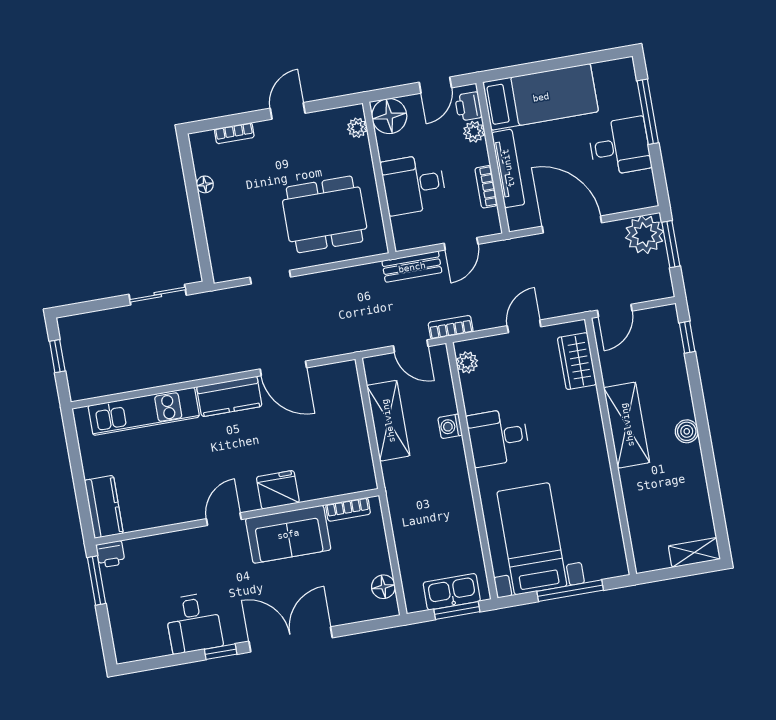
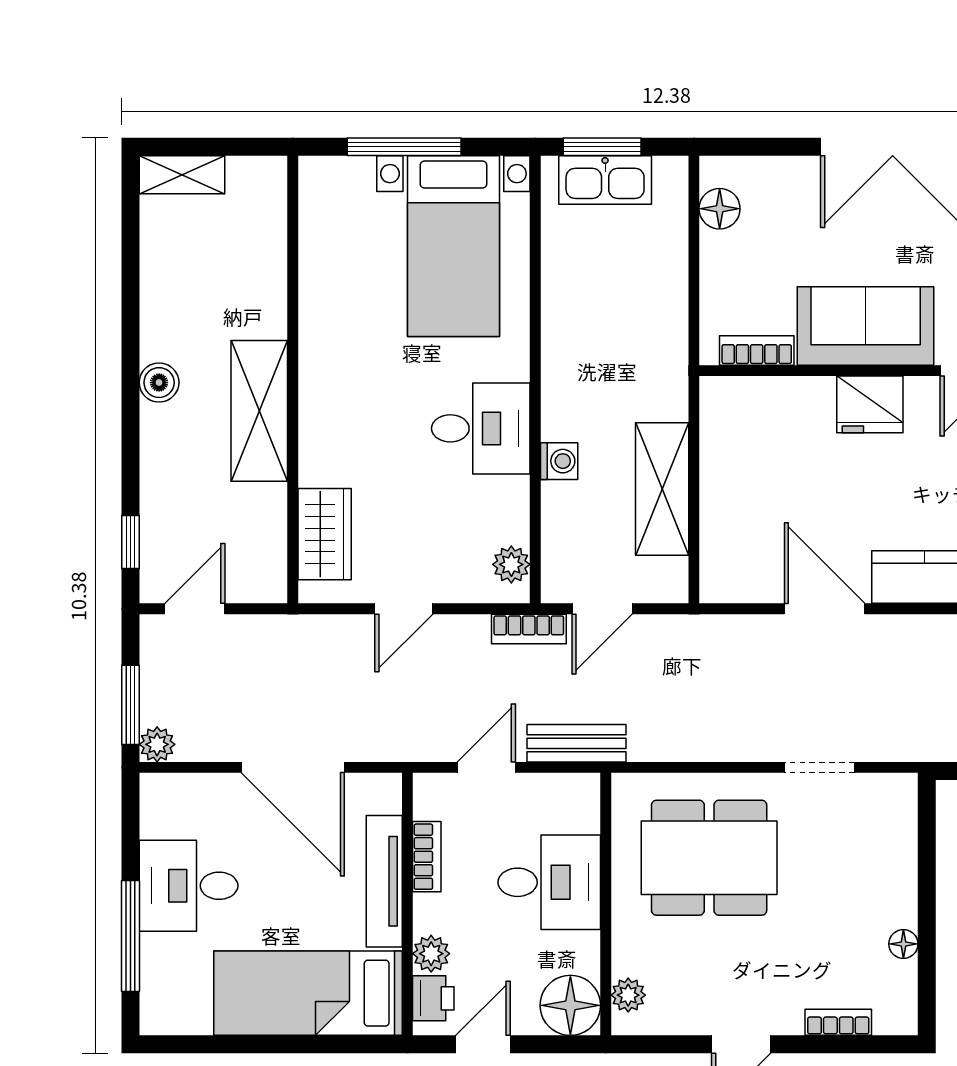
plant: (644, 235) -> (157, 744), width x0.53, depth x0.53
door: (615, 311) -> (195, 609), moved
door: (411, 346) -> (602, 609), swing flipped

